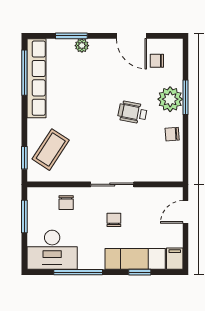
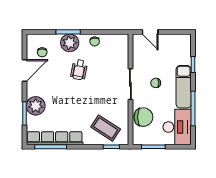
plant: (82, 46) -> (36, 106), width x1.88, depth x1.88
chair: (66, 203) -> (143, 117), width x1.87, depth x1.87
exam couch: (135, 259) -> (184, 87), moved
filing cabinet: (175, 259) -> (183, 40), removed

